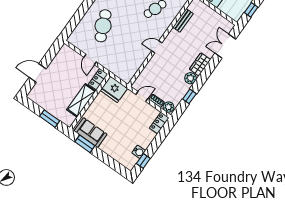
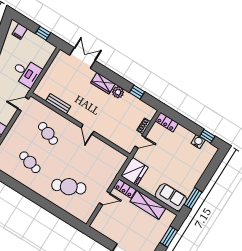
double door: (225, 46) -> (82, 58), swing flipped
door: (142, 96) -> (140, 142), swing flipped
plant: (168, 107) -> (149, 113), removed
sofa: (91, 133) -> (171, 197), moved, turned 90

